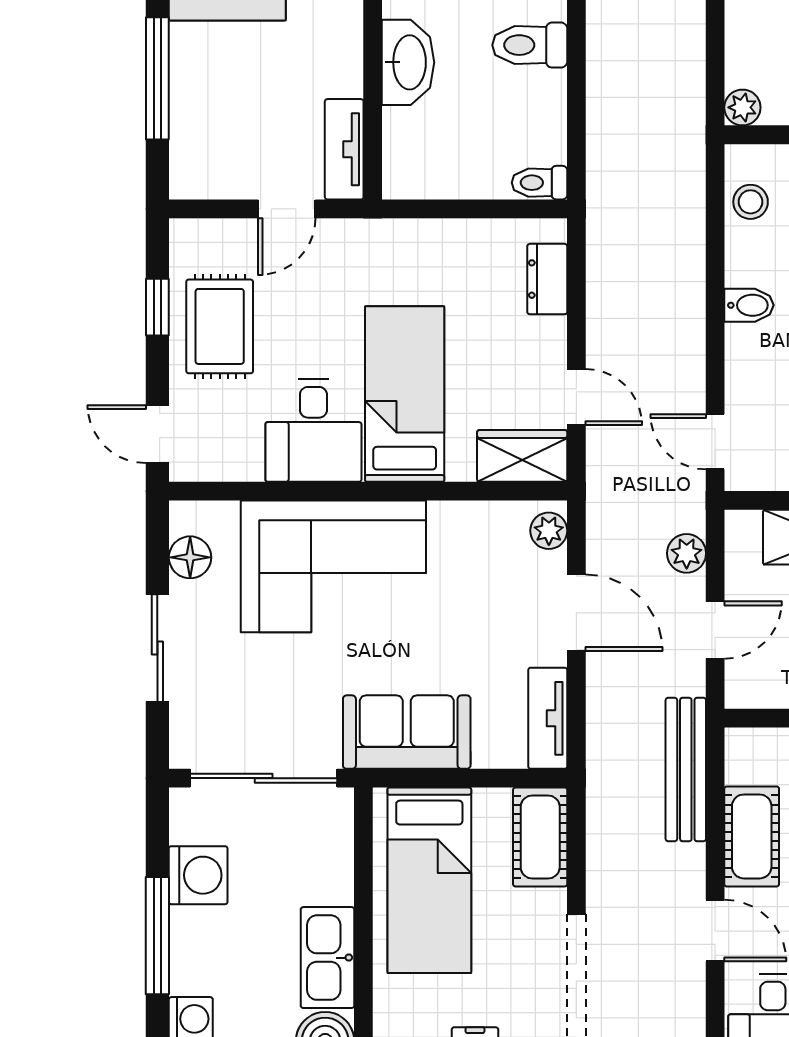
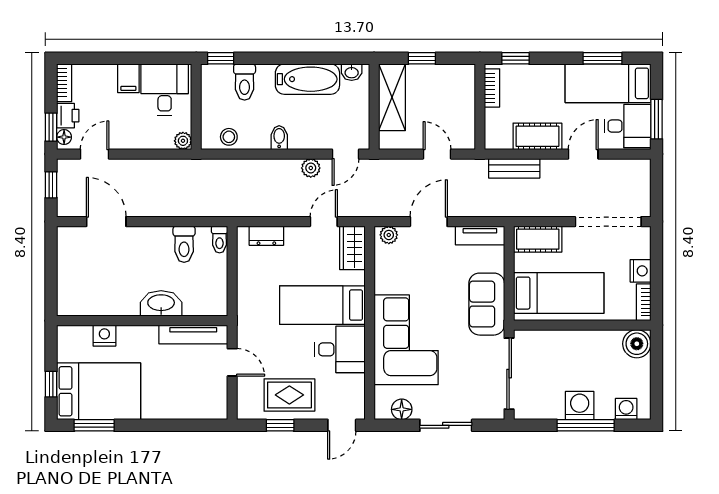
toilet: (530, 45) -> (184, 244), moved
window: (157, 78) -> (169, 425), removed
tv unit: (344, 149) -> (193, 334), width x1.41
plant: (687, 553) -> (311, 168), moved
bench: (686, 769) -> (514, 168), width x0.73
washing machine: (198, 875) -> (580, 405), moved
kitchen sink: (327, 958) -> (596, 343), removed

